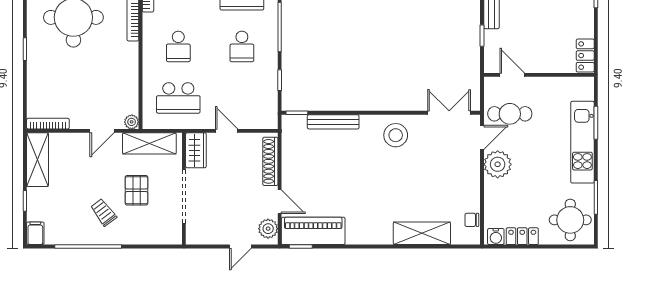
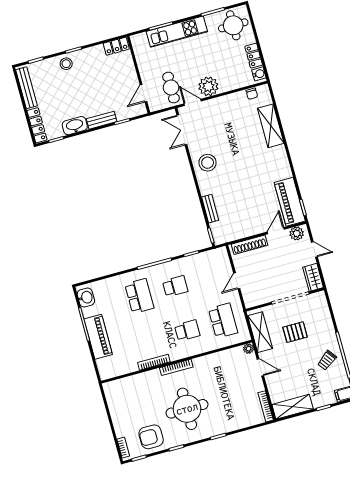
bench: (333, 122) -> (210, 209), width x0.73
wardrobe: (196, 150) -> (313, 277), moved, turned -90
trolley: (104, 212) -> (327, 360), moved

